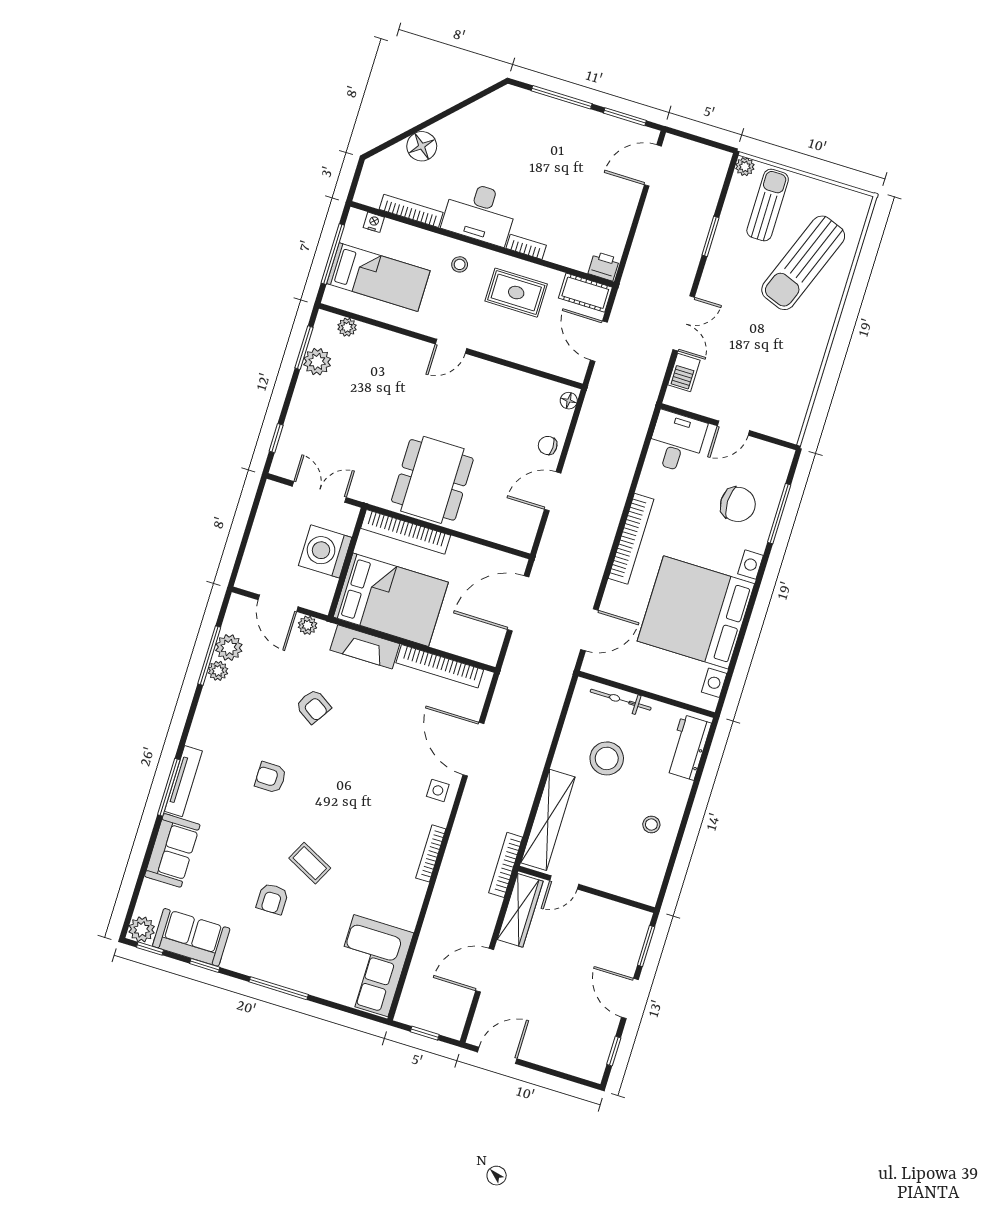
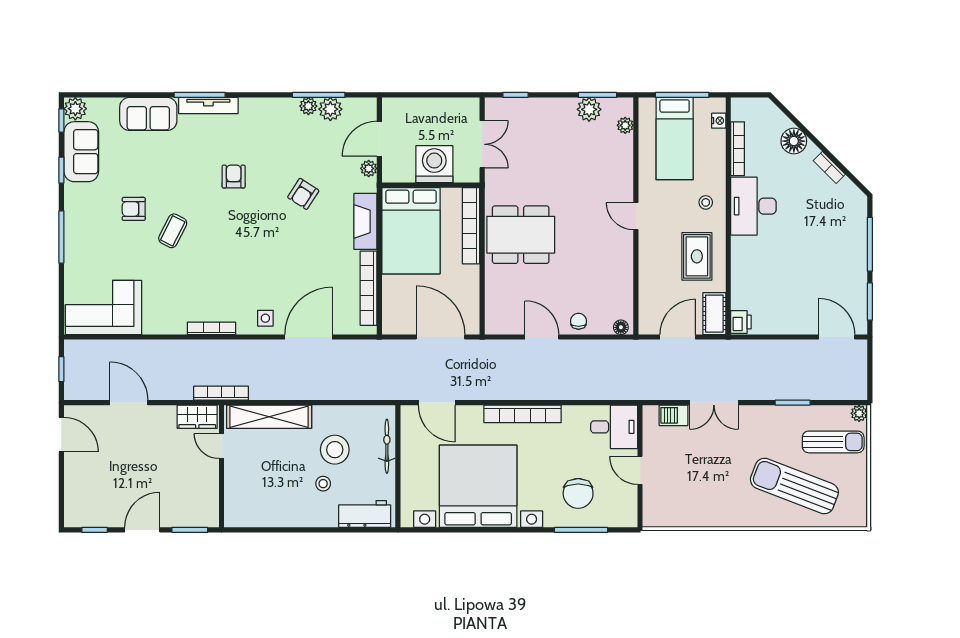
bookcase: (526, 247) -> (829, 167), moved, turned 135
stool: (651, 825) -> (323, 484), moved
wardrobe: (520, 910) -> (197, 417), width x0.67

